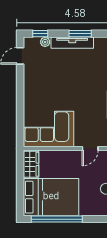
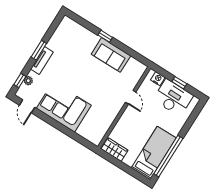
tv unit: (72, 43) -> (42, 60), width x0.71
corner sofa: (49, 129) -> (64, 107), moved, turned 90
bed: (51, 197) -> (154, 153), width x0.67

